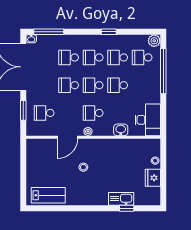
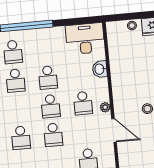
school desk: (93, 57) -> (18, 109), removed

